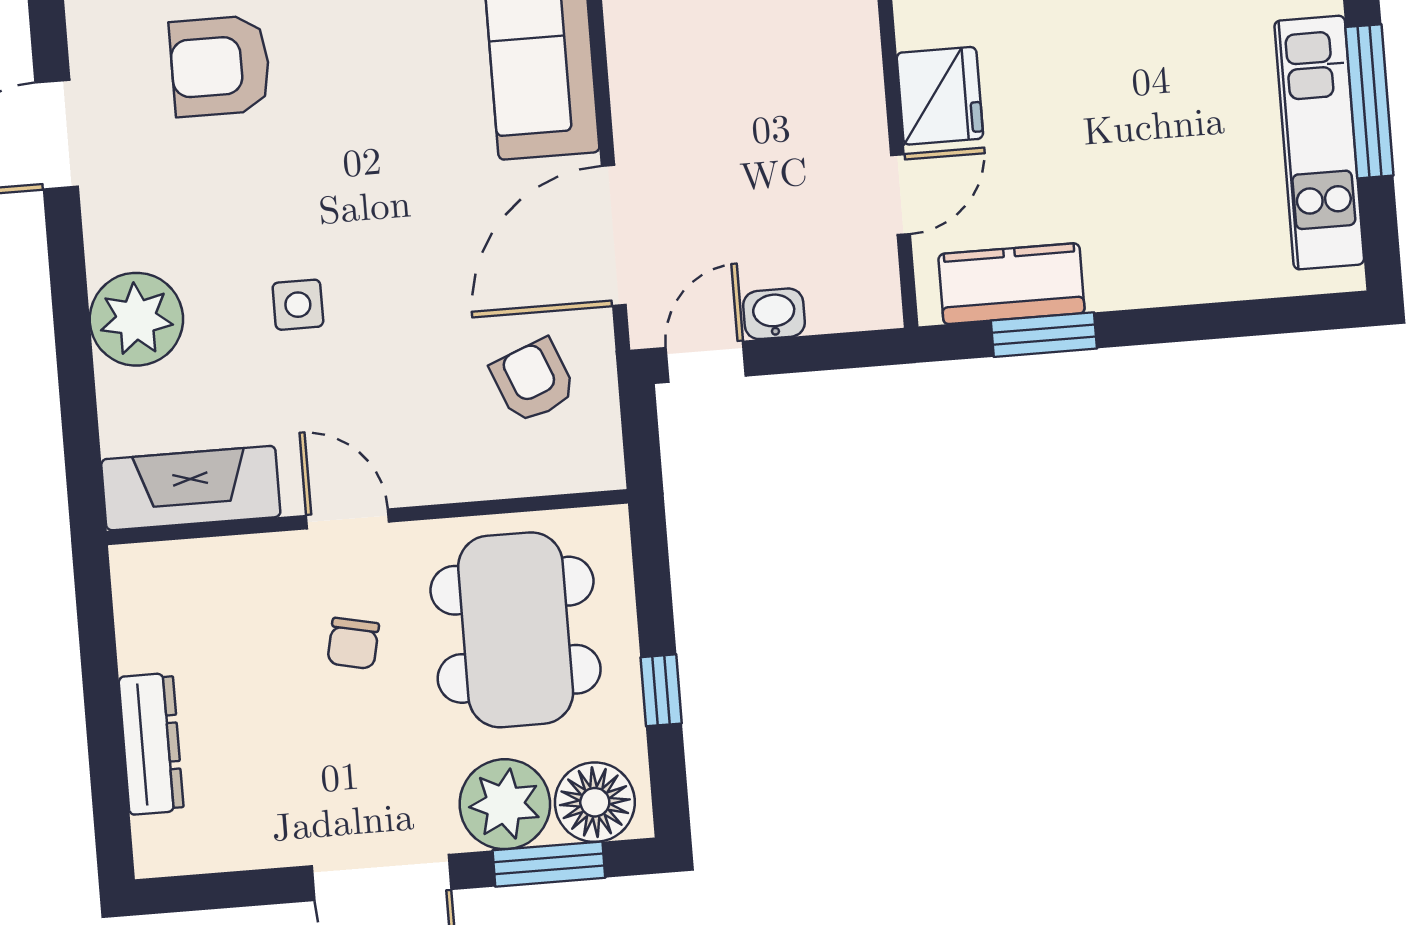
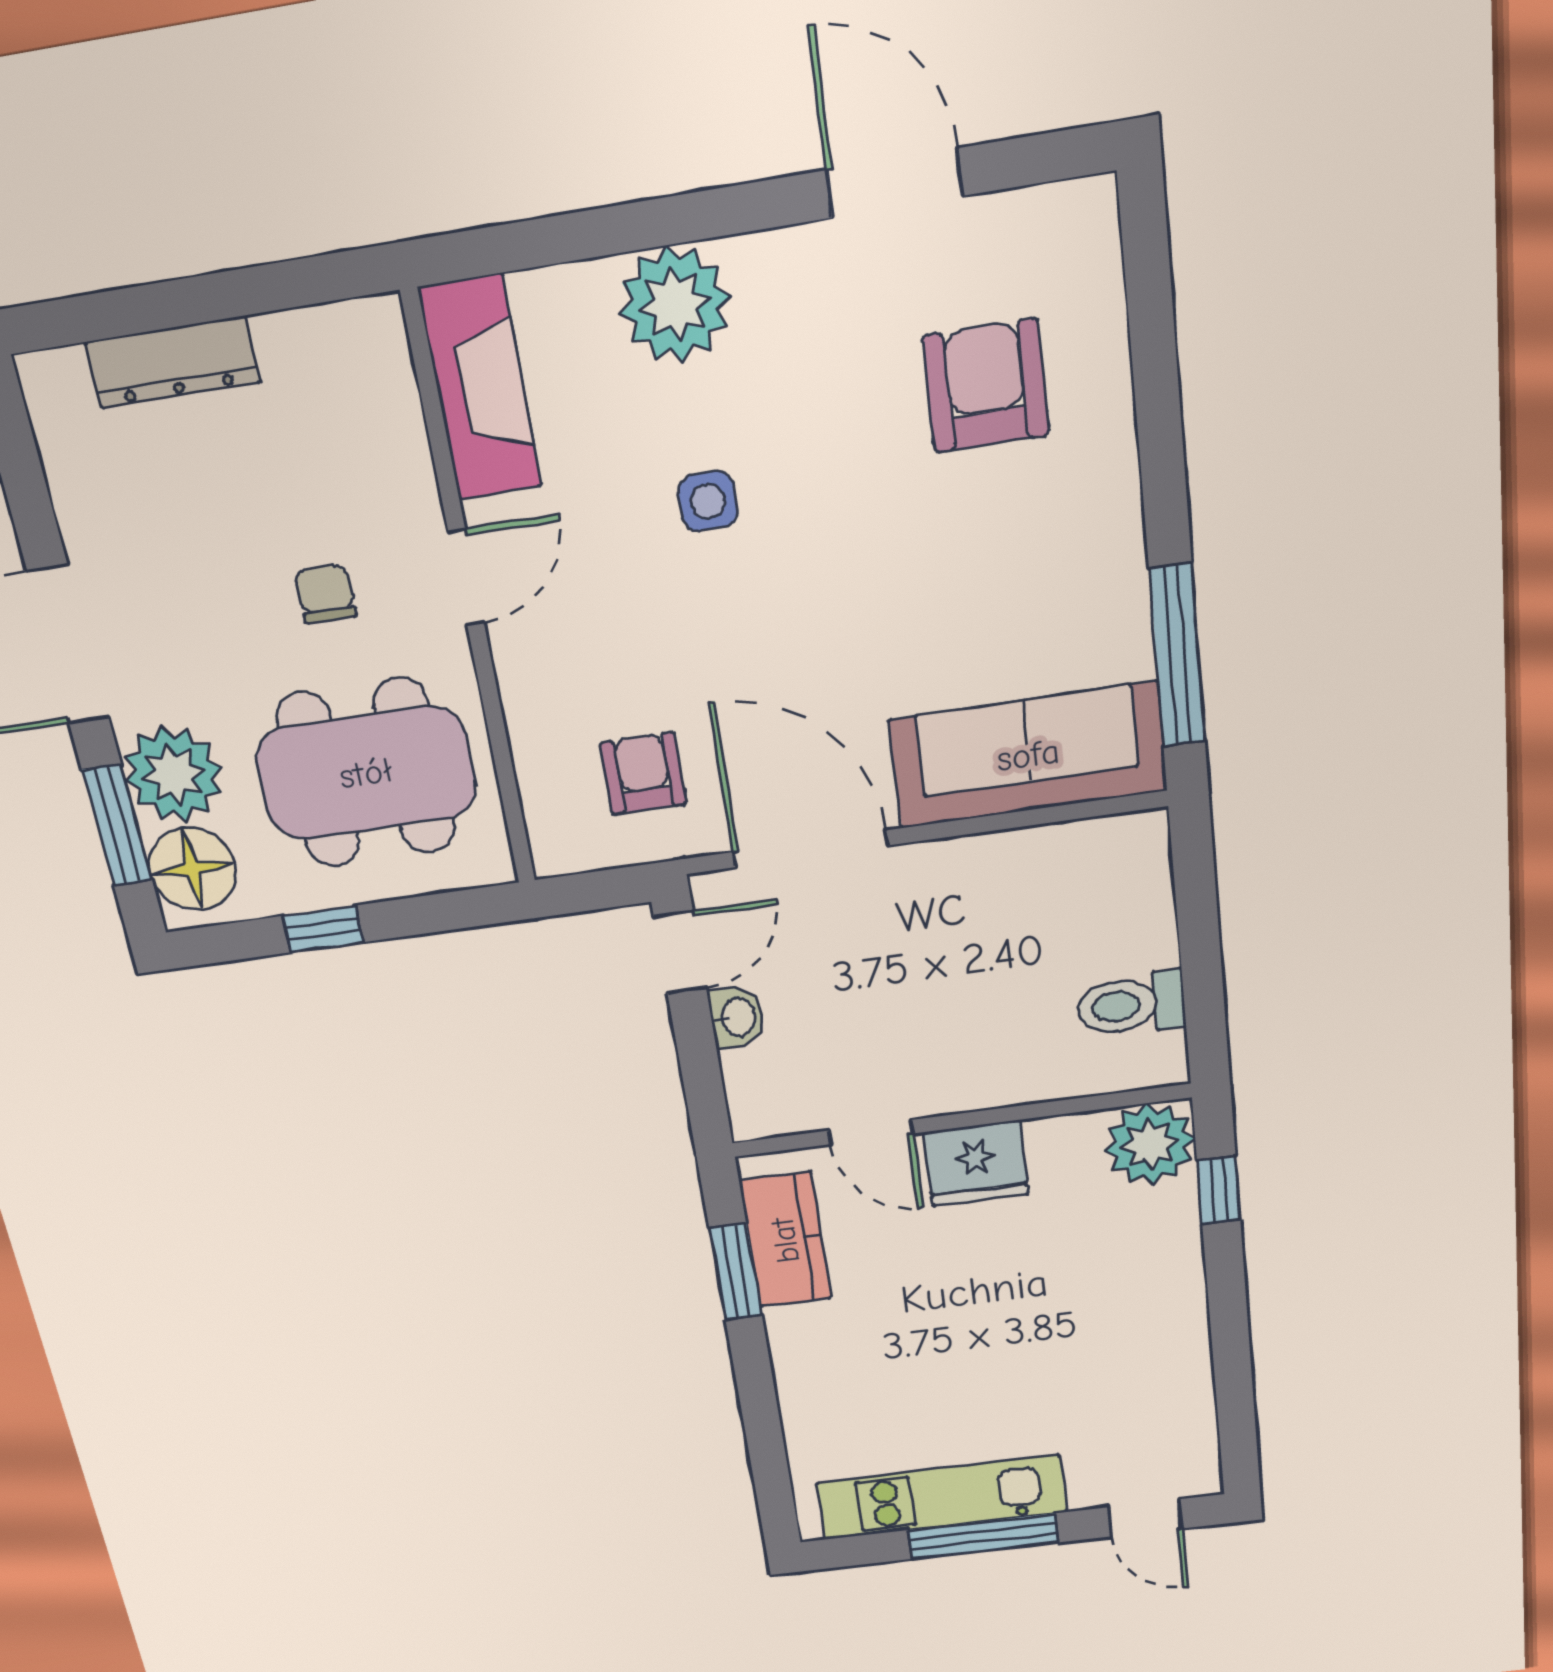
door: (706, 362) -> (680, 952), hinge flipped
armchair: (533, 381) -> (643, 774), turned -68
chair: (353, 643) -> (325, 594), turned 78

